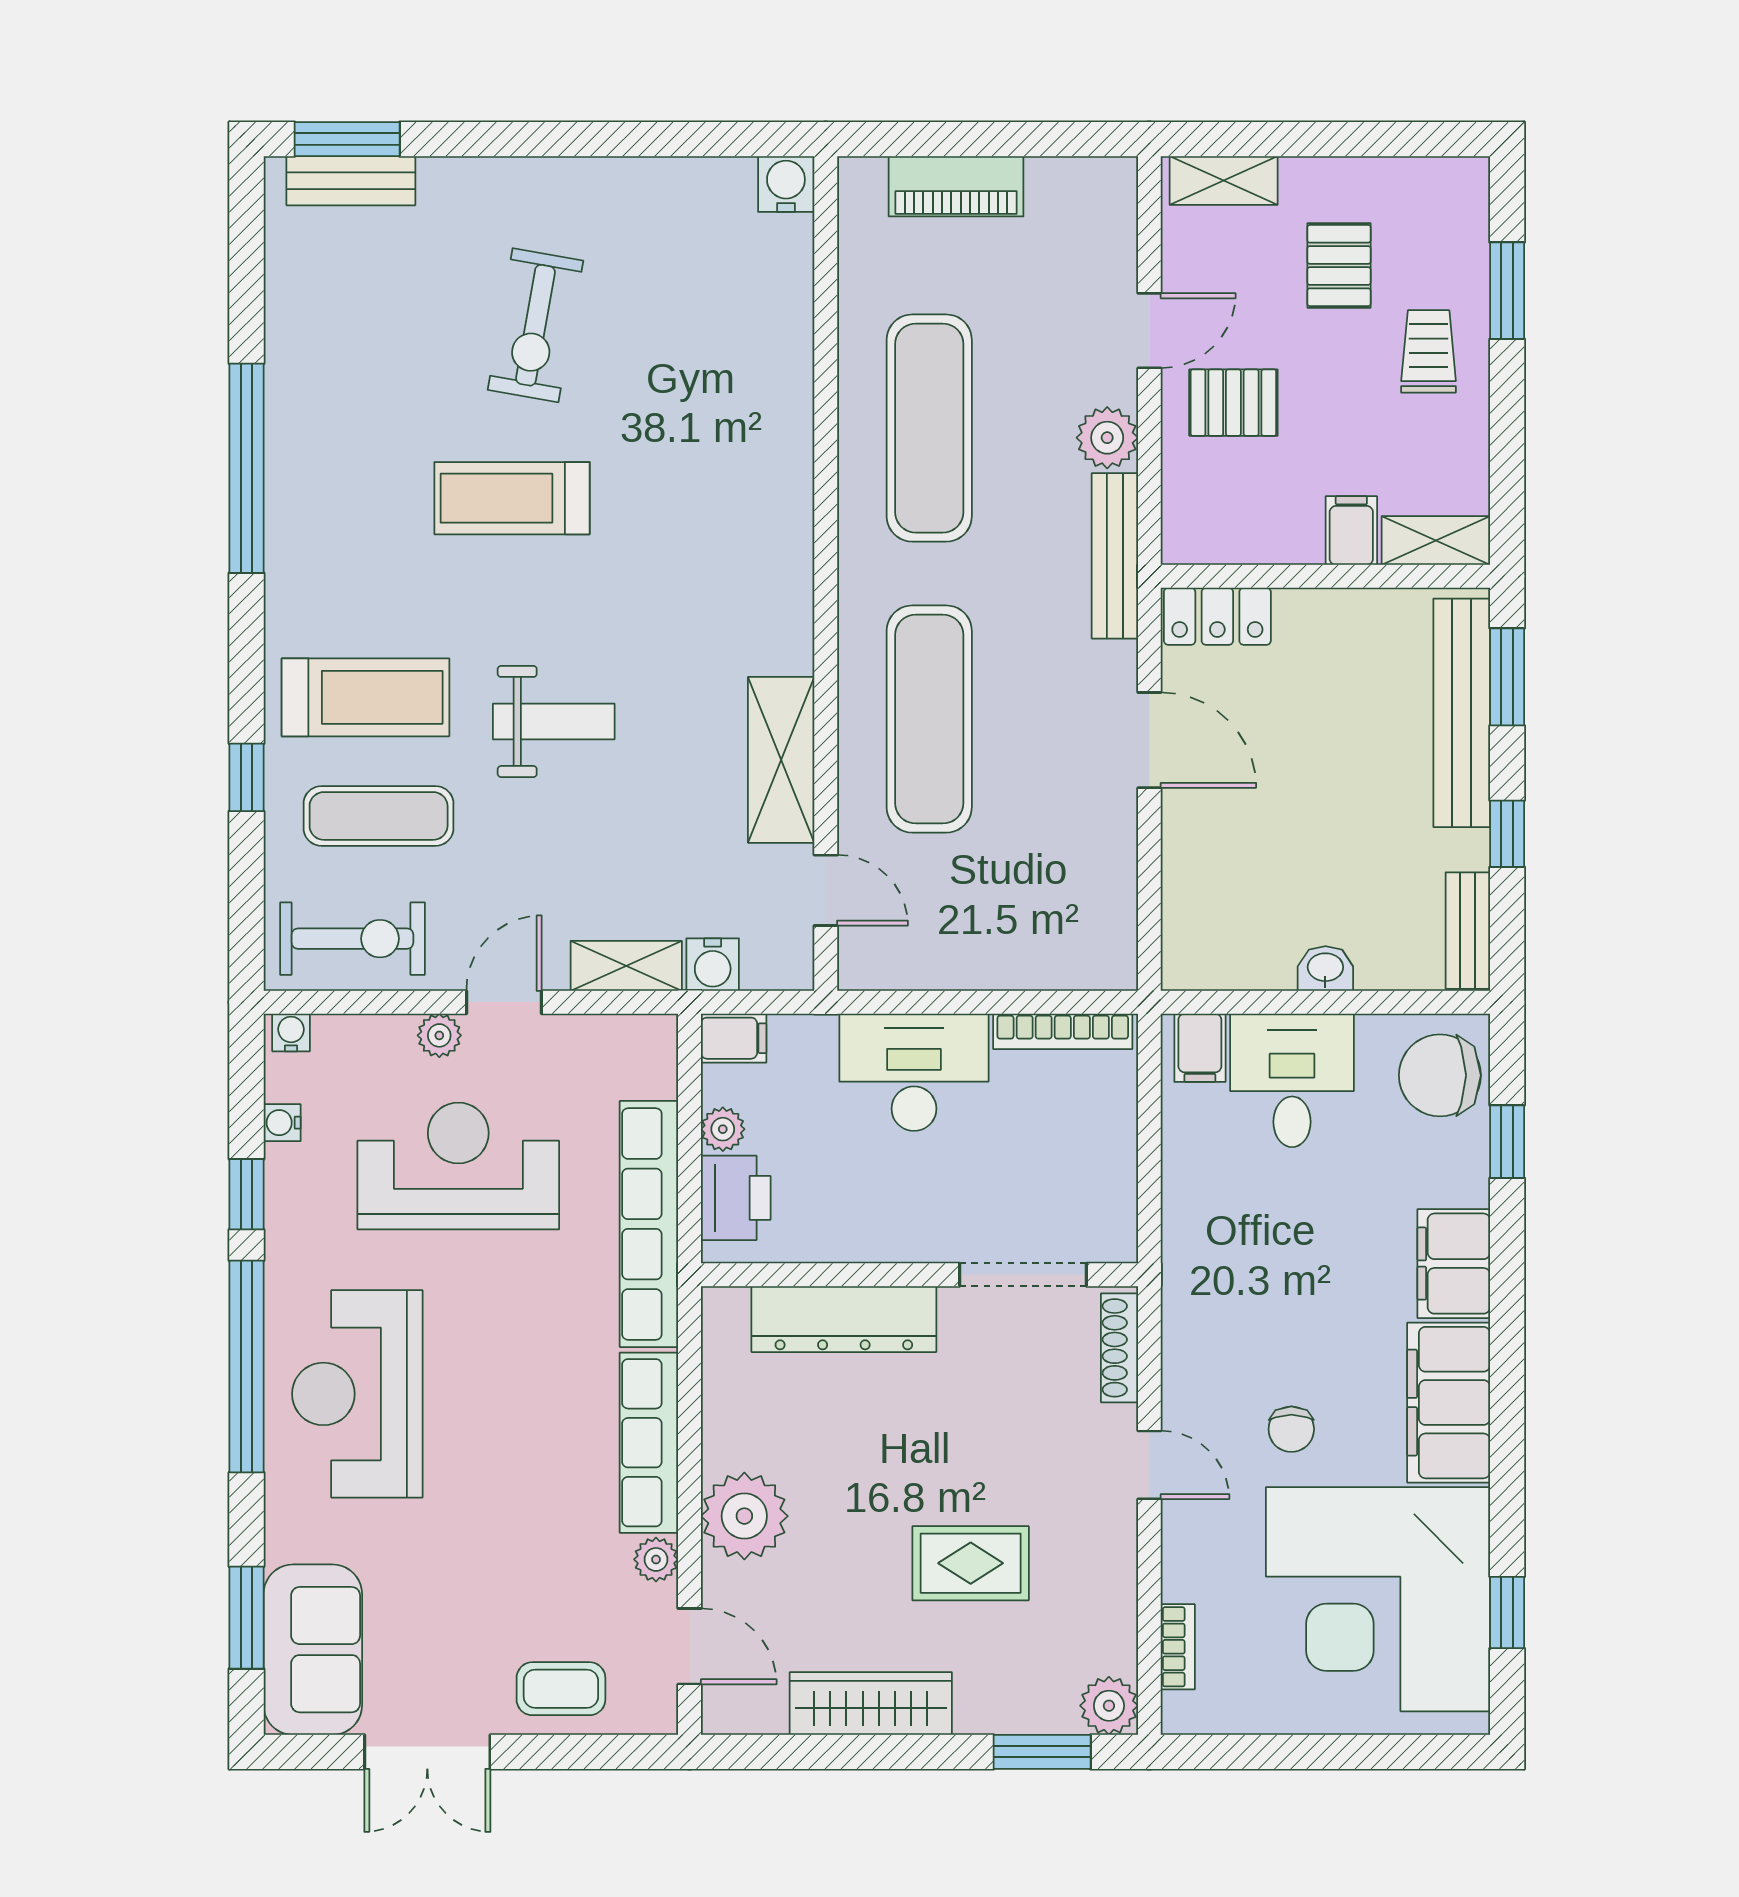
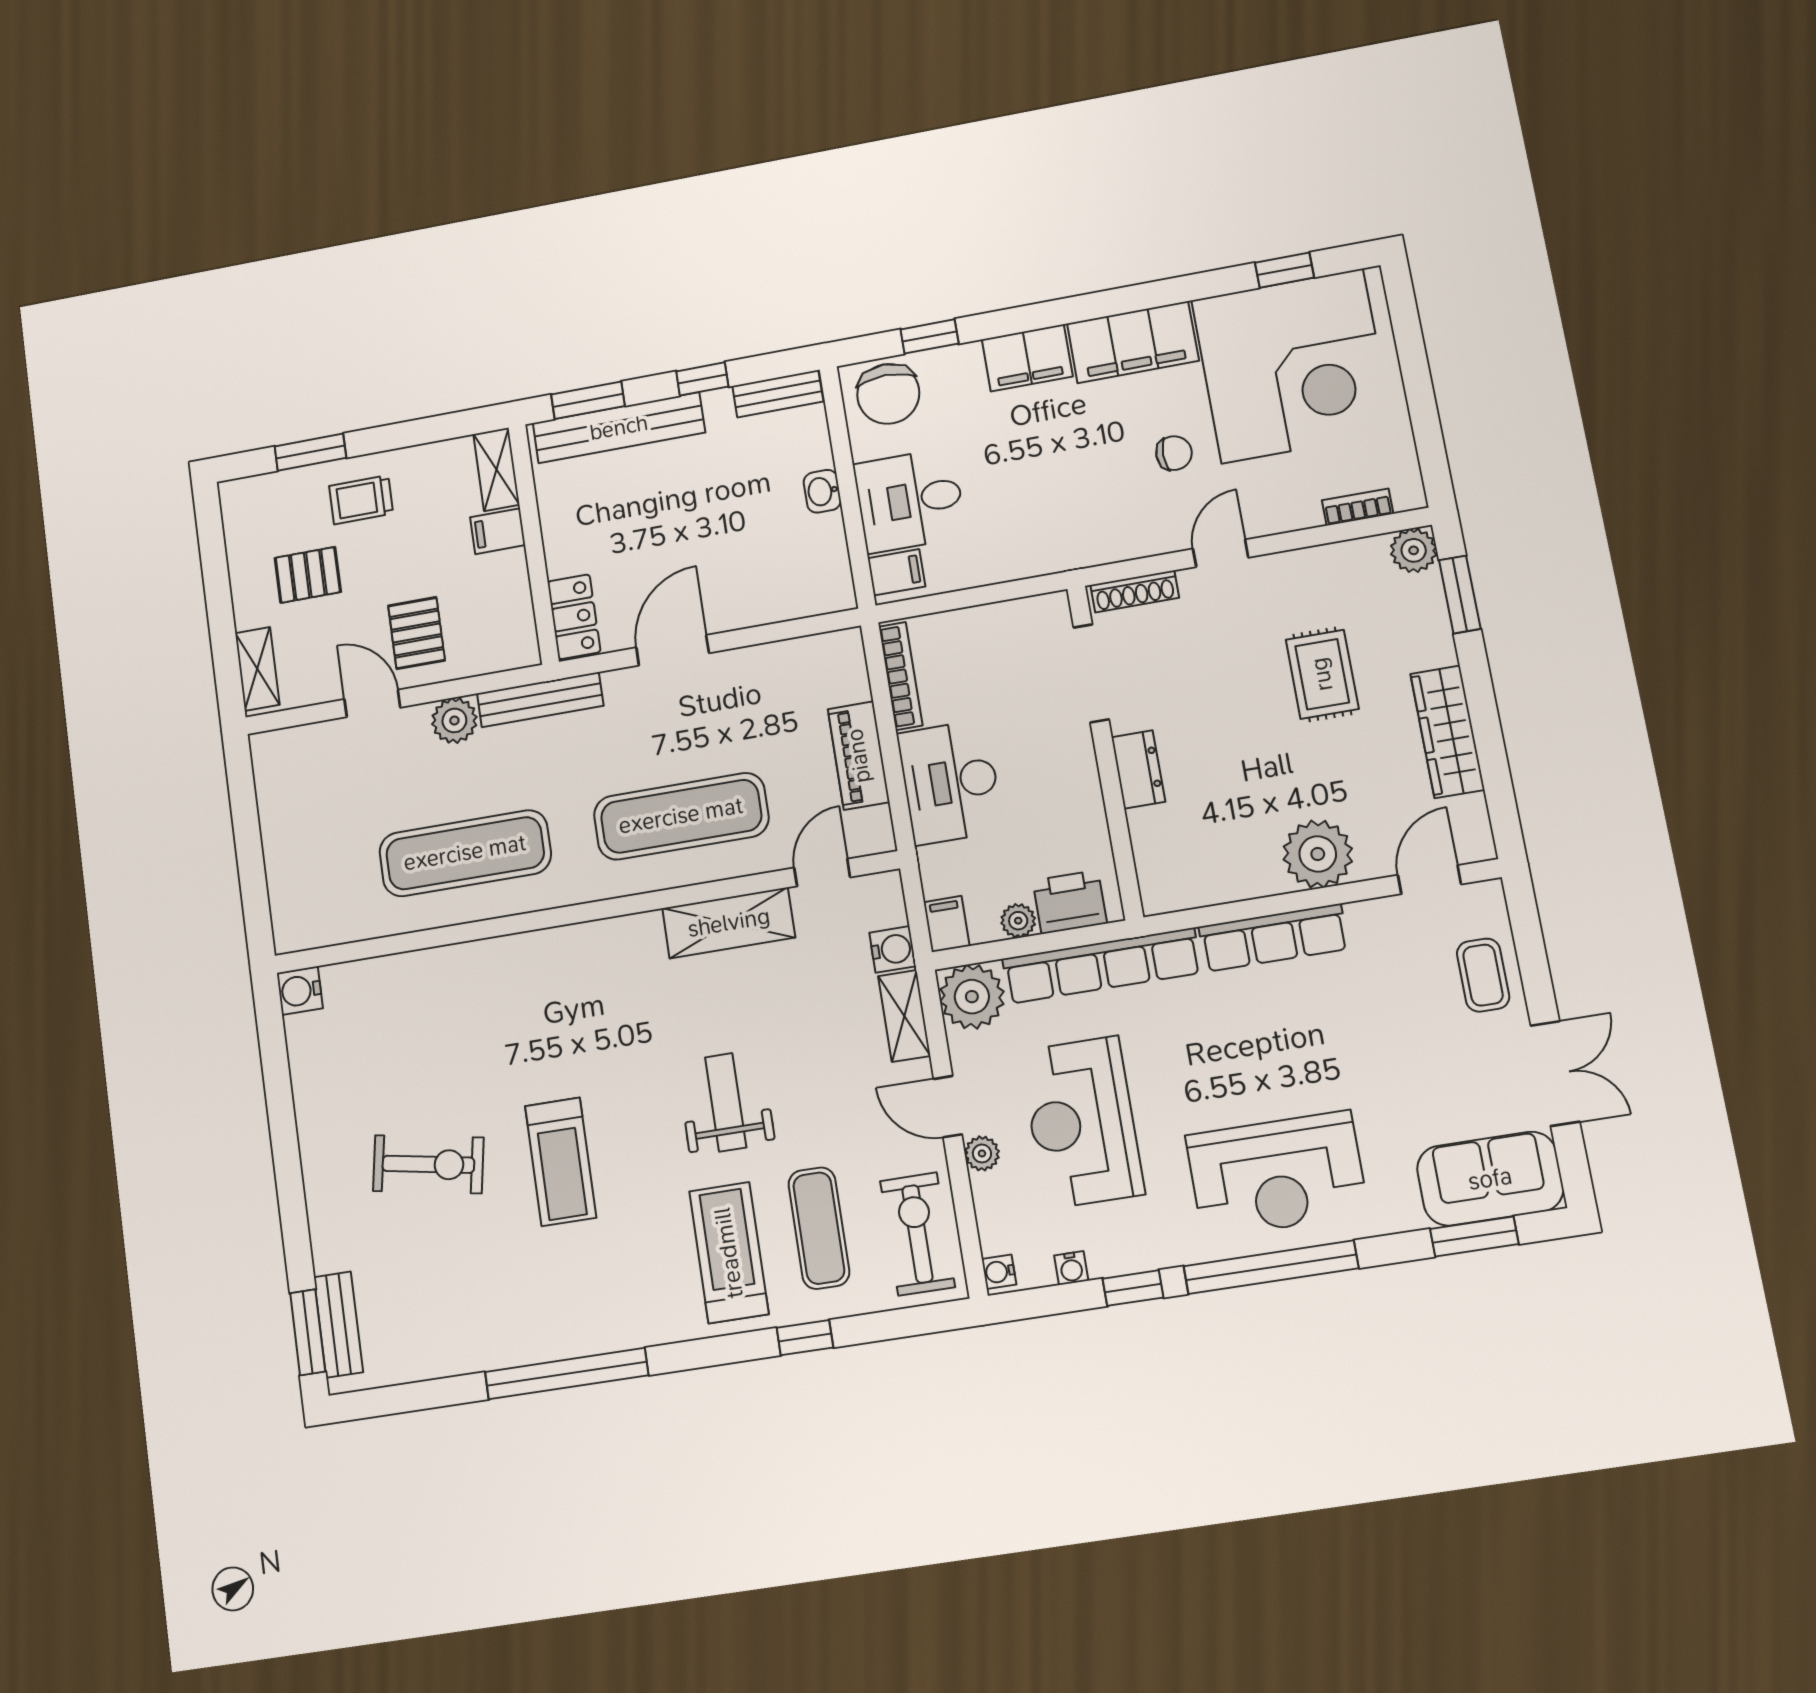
piano: (956, 186) -> (859, 756), moved, turned 180
dresser: (844, 1319) -> (1138, 769), width x0.51, depth x0.80
plant: (656, 1559) -> (972, 997), moved, width x1.88, depth x1.88

